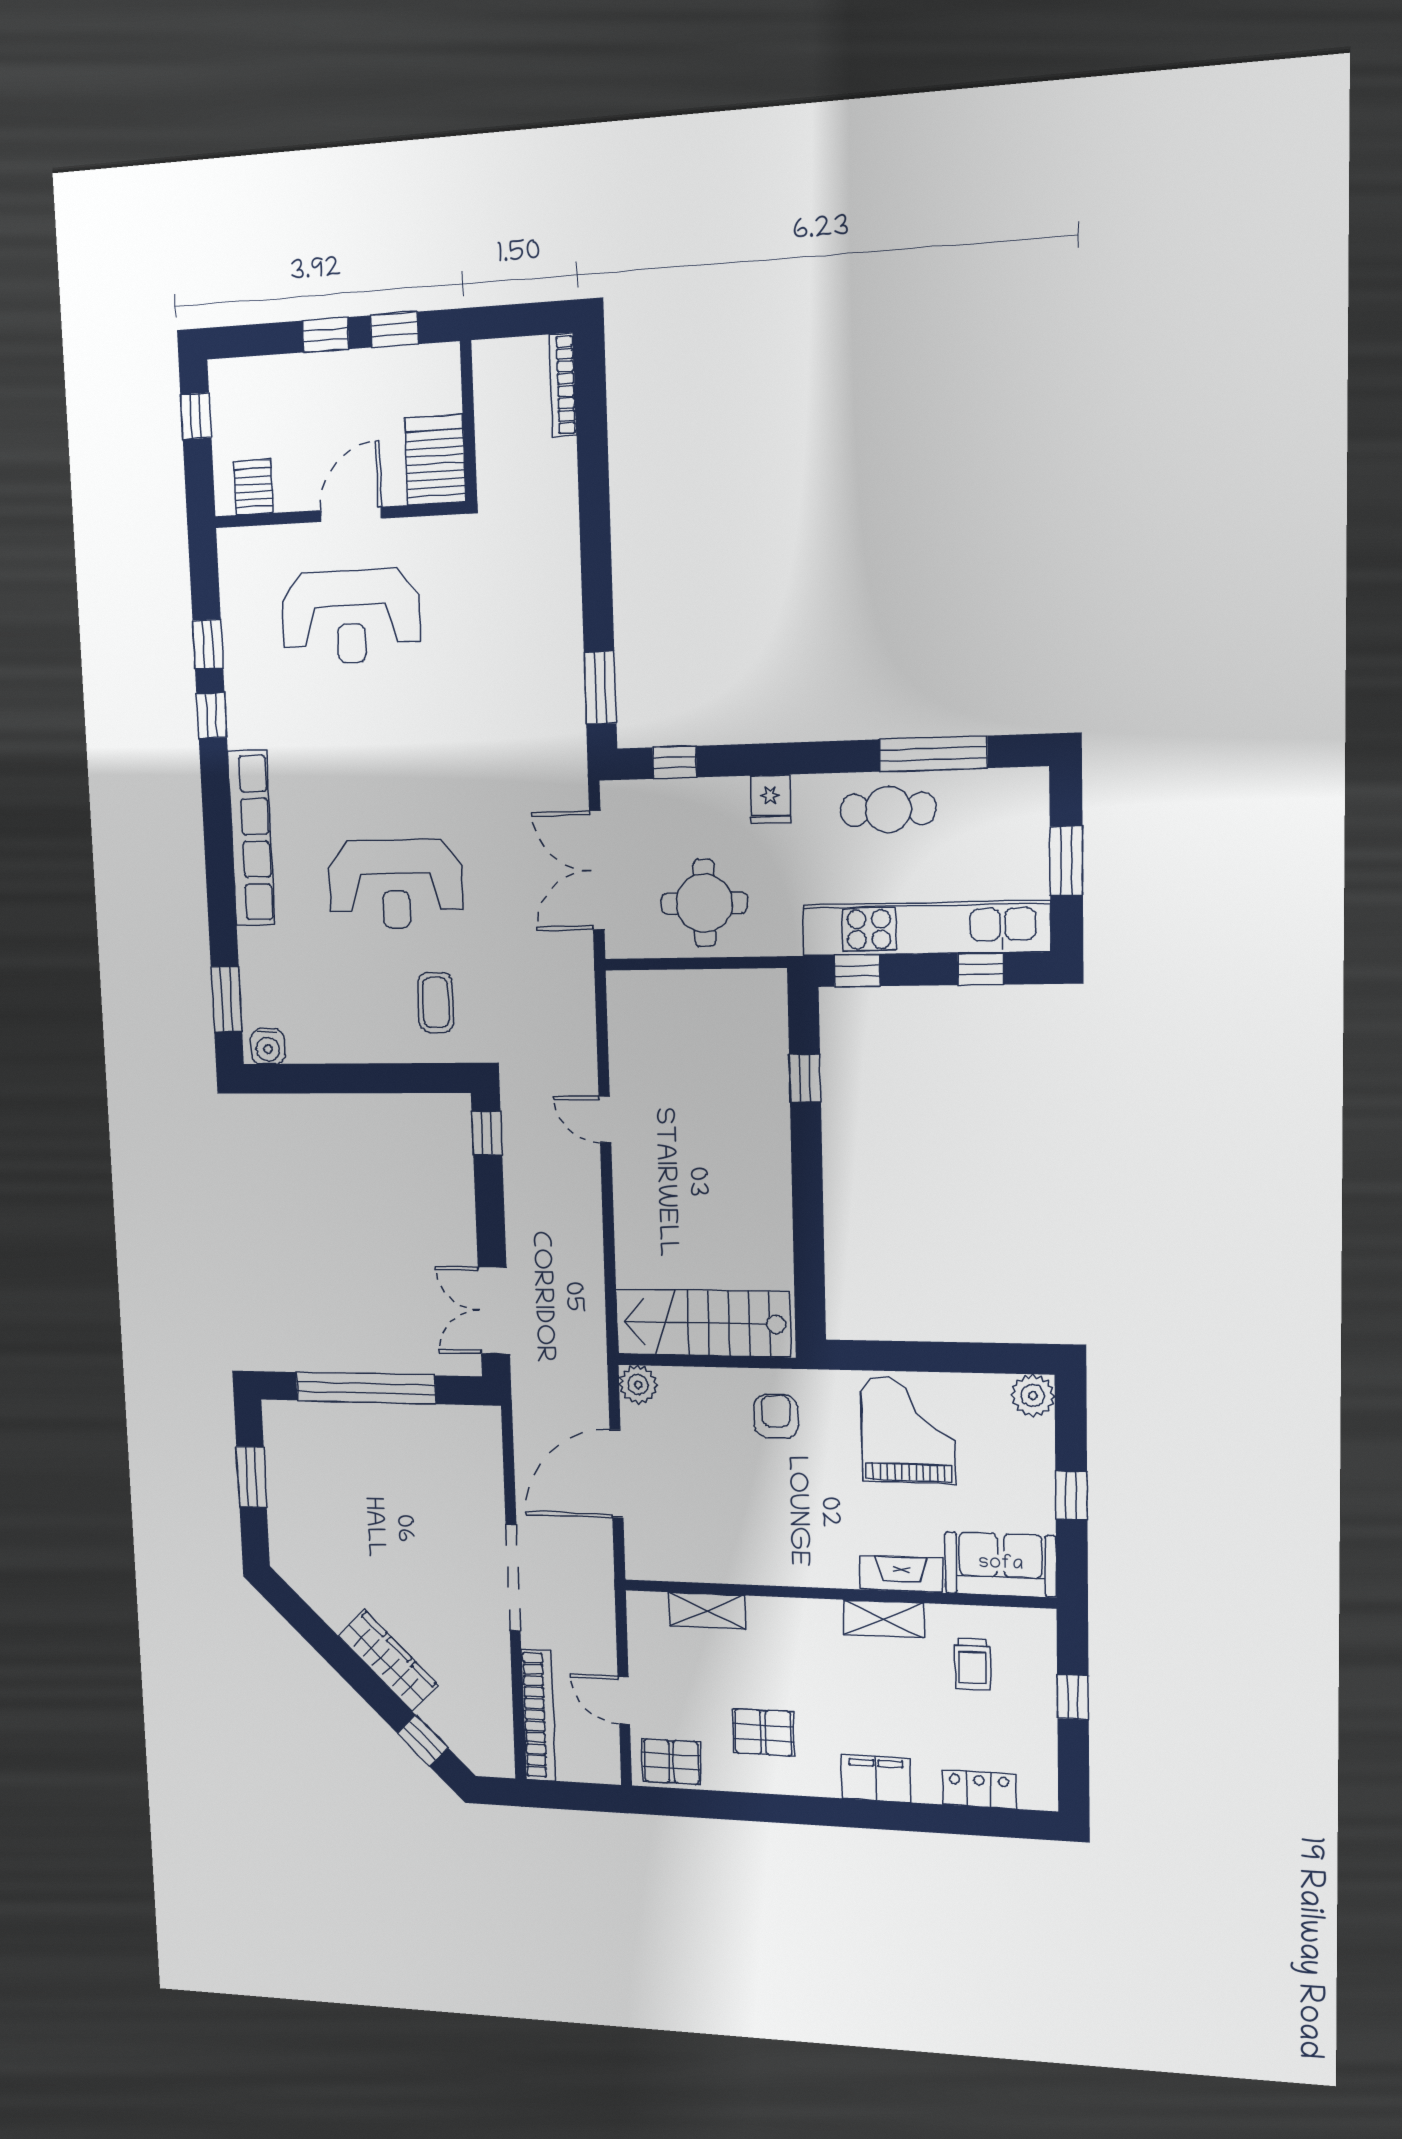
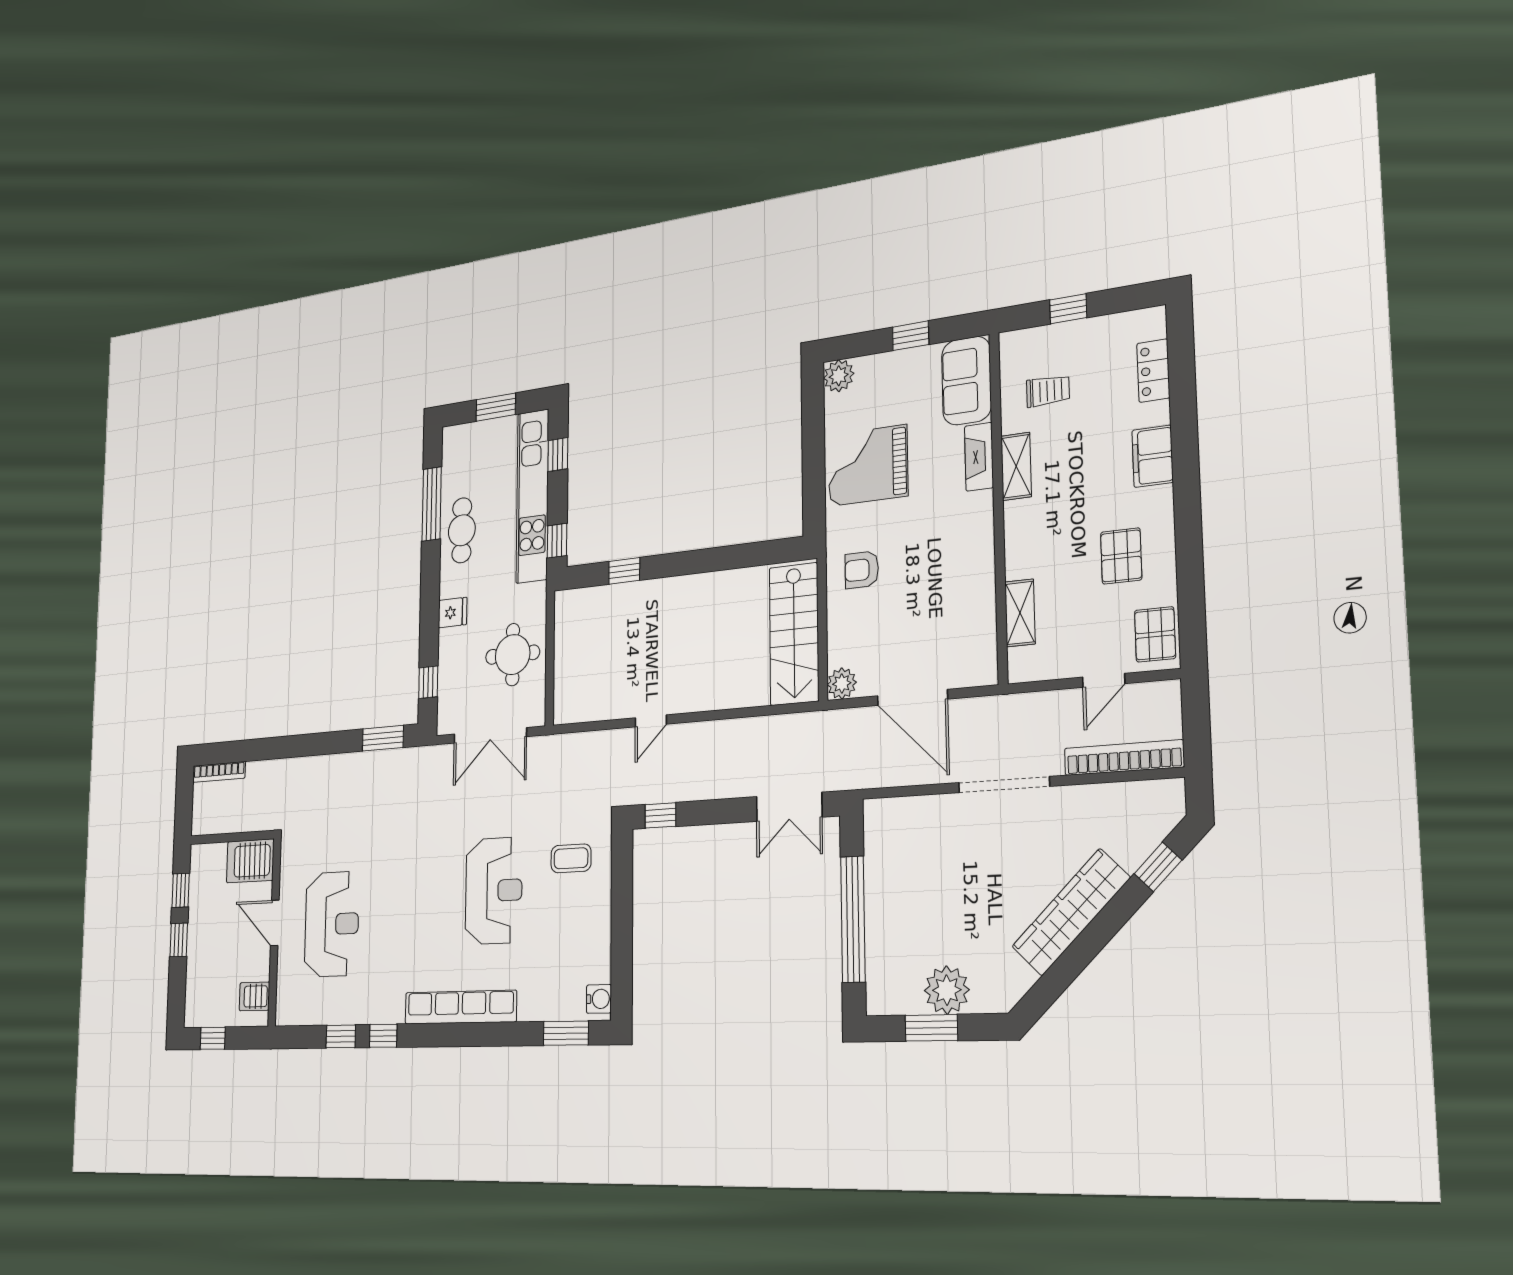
plant: (292, 1497) -> (947, 990), added
wardrobe: (388, 1660) -> (1071, 912), width x1.40, depth x1.17

